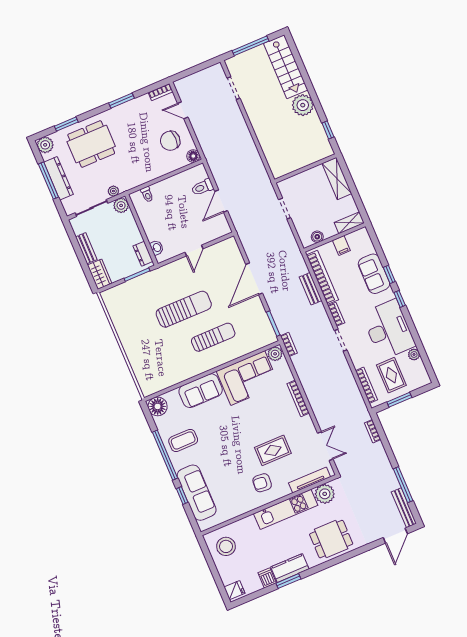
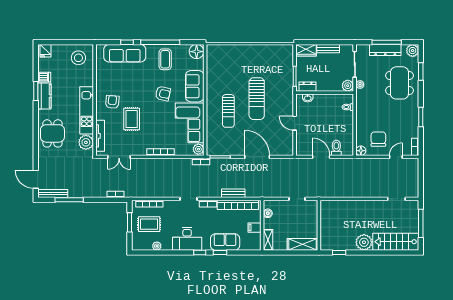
desk: (388, 330) -> (187, 239), width x0.73, depth x0.77
armchair: (226, 426) -> (163, 94), added

